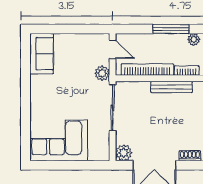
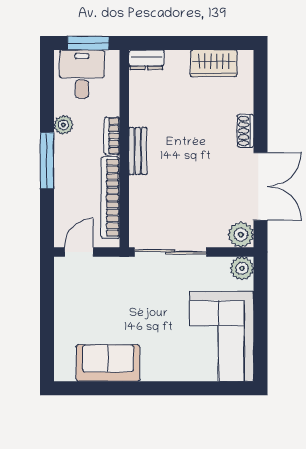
sofa: (42, 54) -> (108, 363), moved
plant: (102, 73) -> (242, 268), moved
bench: (172, 87) -> (138, 151), width x0.73

